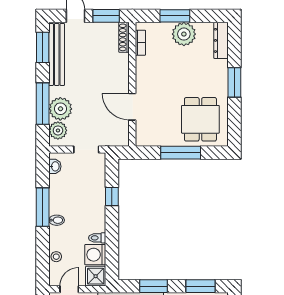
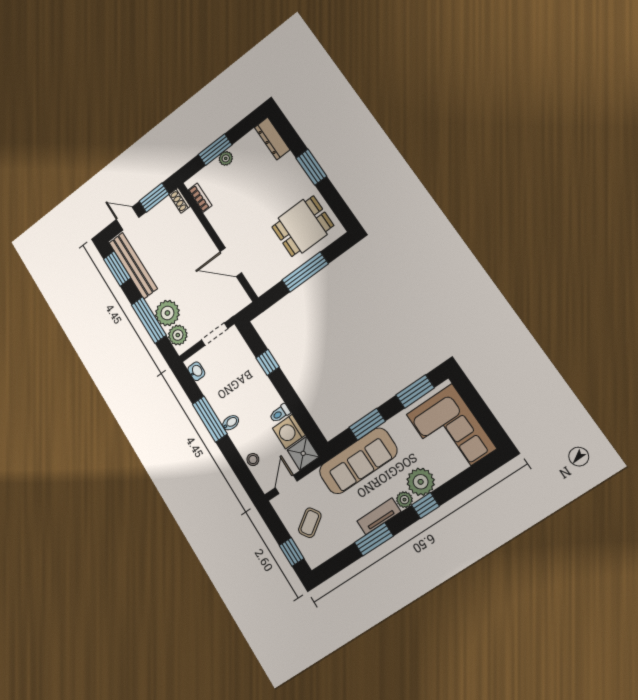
plant: (184, 34) -> (226, 158), width x0.53, depth x0.53
shoe rack: (124, 37) -> (180, 200), width x0.70
dining table: (200, 119) -> (303, 226), turned 90

